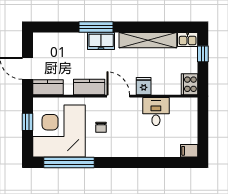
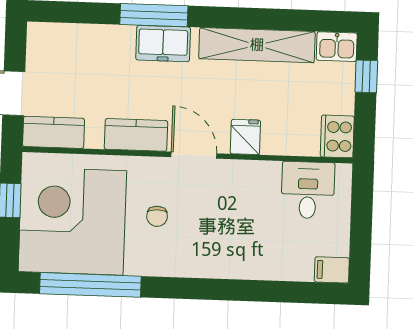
desk: (156, 111) -> (308, 190), moved

